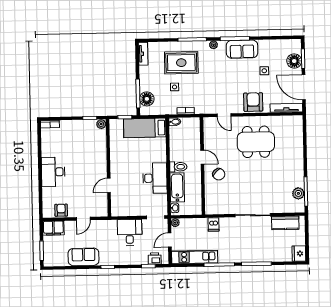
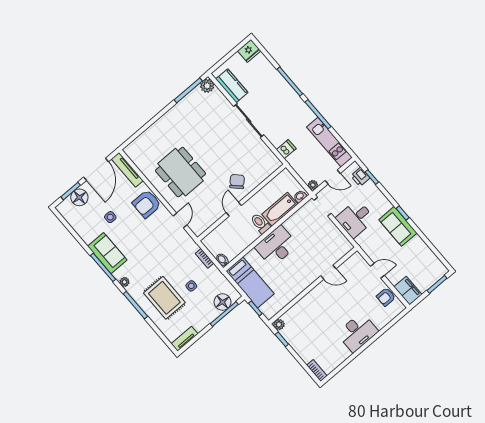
desk: (155, 178) -> (276, 246), moved
plant: (298, 193) -> (207, 86), moved
sofa: (83, 257) -> (398, 226), moved

